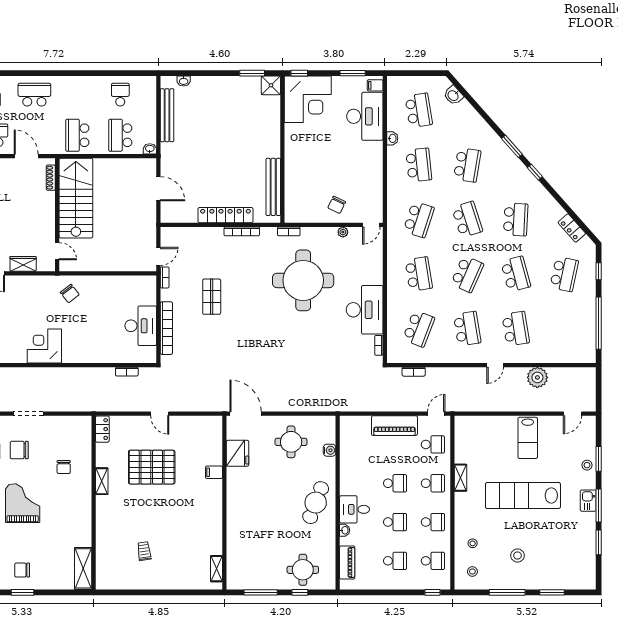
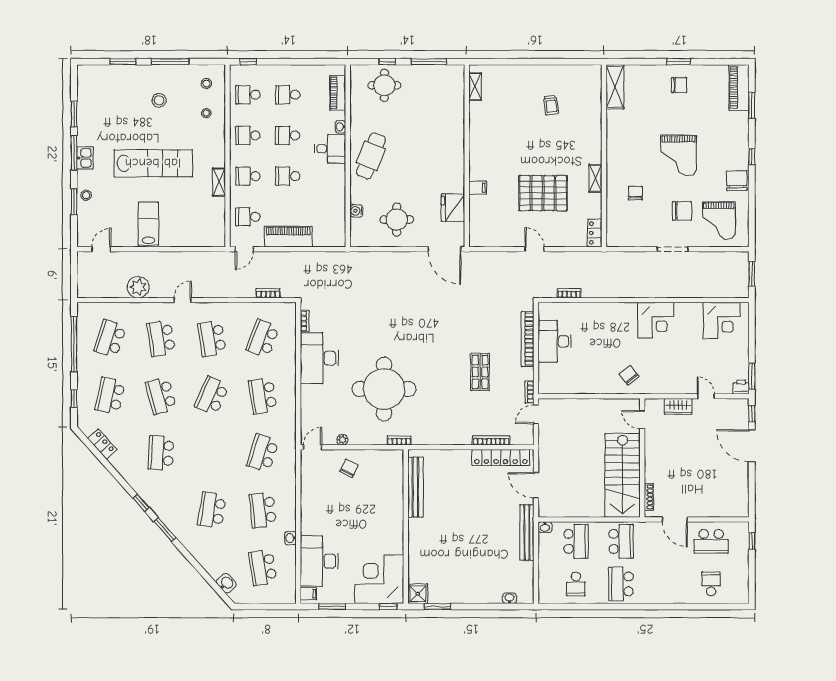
school desk: (34, 95) -> (621, 584), moved, turned 90
bench: (167, 115) -> (527, 533), moved
locker: (225, 215) -> (501, 458), moved
school desk: (467, 219) -> (110, 338), moved, turned 36
bookcase: (242, 231) -> (491, 440), moved

